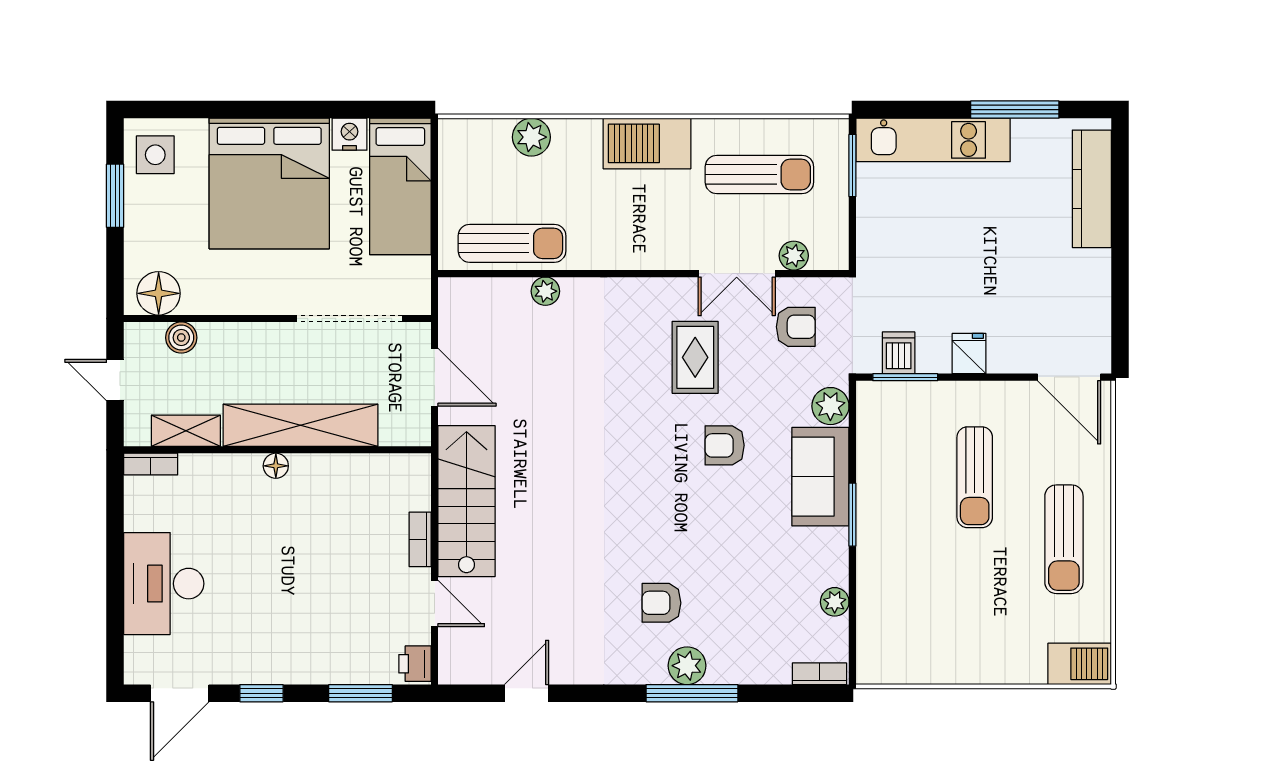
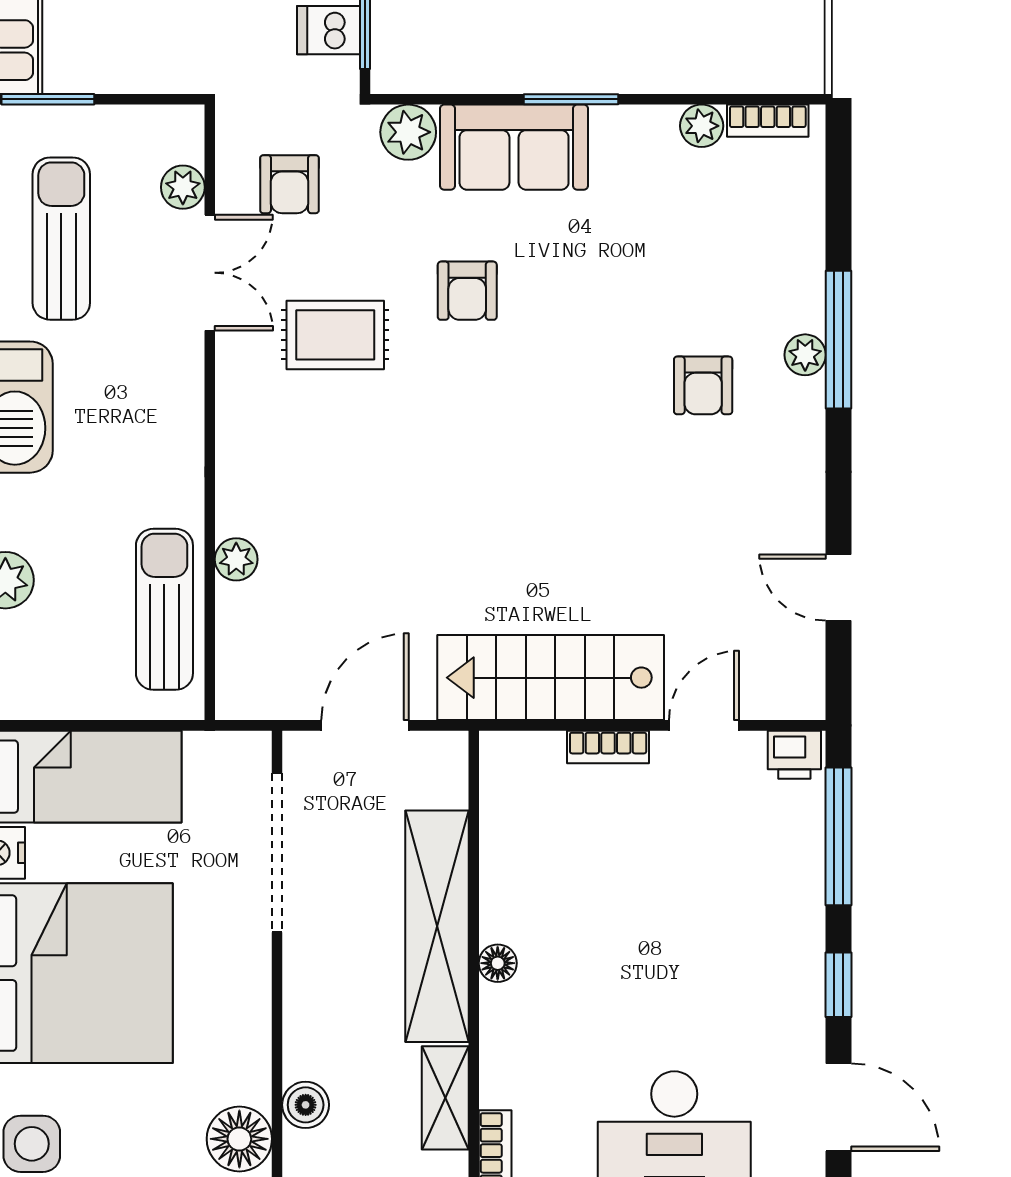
armchair: (796, 327) -> (289, 184), turned 180
plant: (687, 666) -> (805, 355), width x0.73, depth x0.73
bookcase: (819, 674) -> (768, 121), moved, turned -90
window: (361, 693) -> (839, 836), width x1.44

